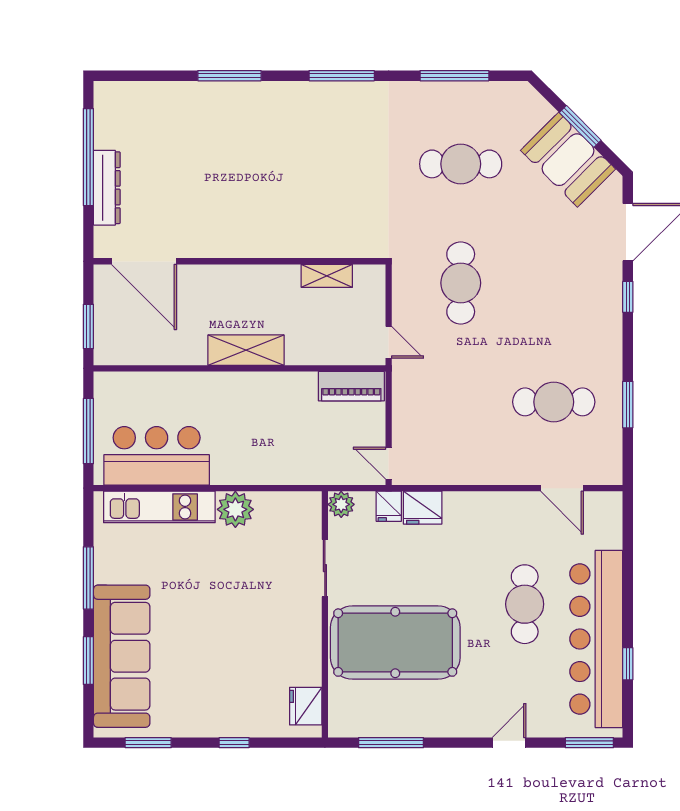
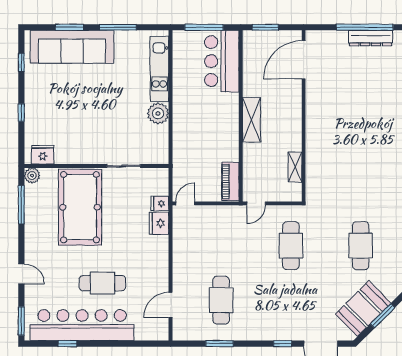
dresser: (107, 188) -> (371, 38), moved
cafe table: (461, 283) -> (291, 246), turned 90
bar counter: (157, 456) -> (222, 61), moved, turned 180
plant: (341, 504) -> (32, 176), moved
window: (148, 743) -> (21, 62), width x0.67

